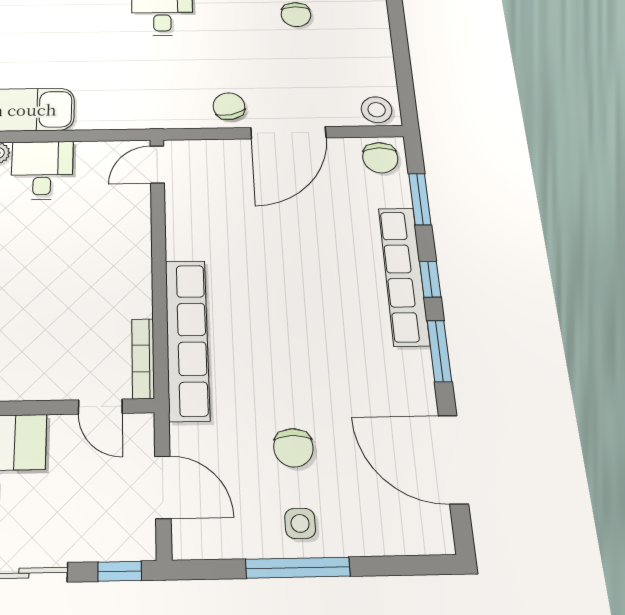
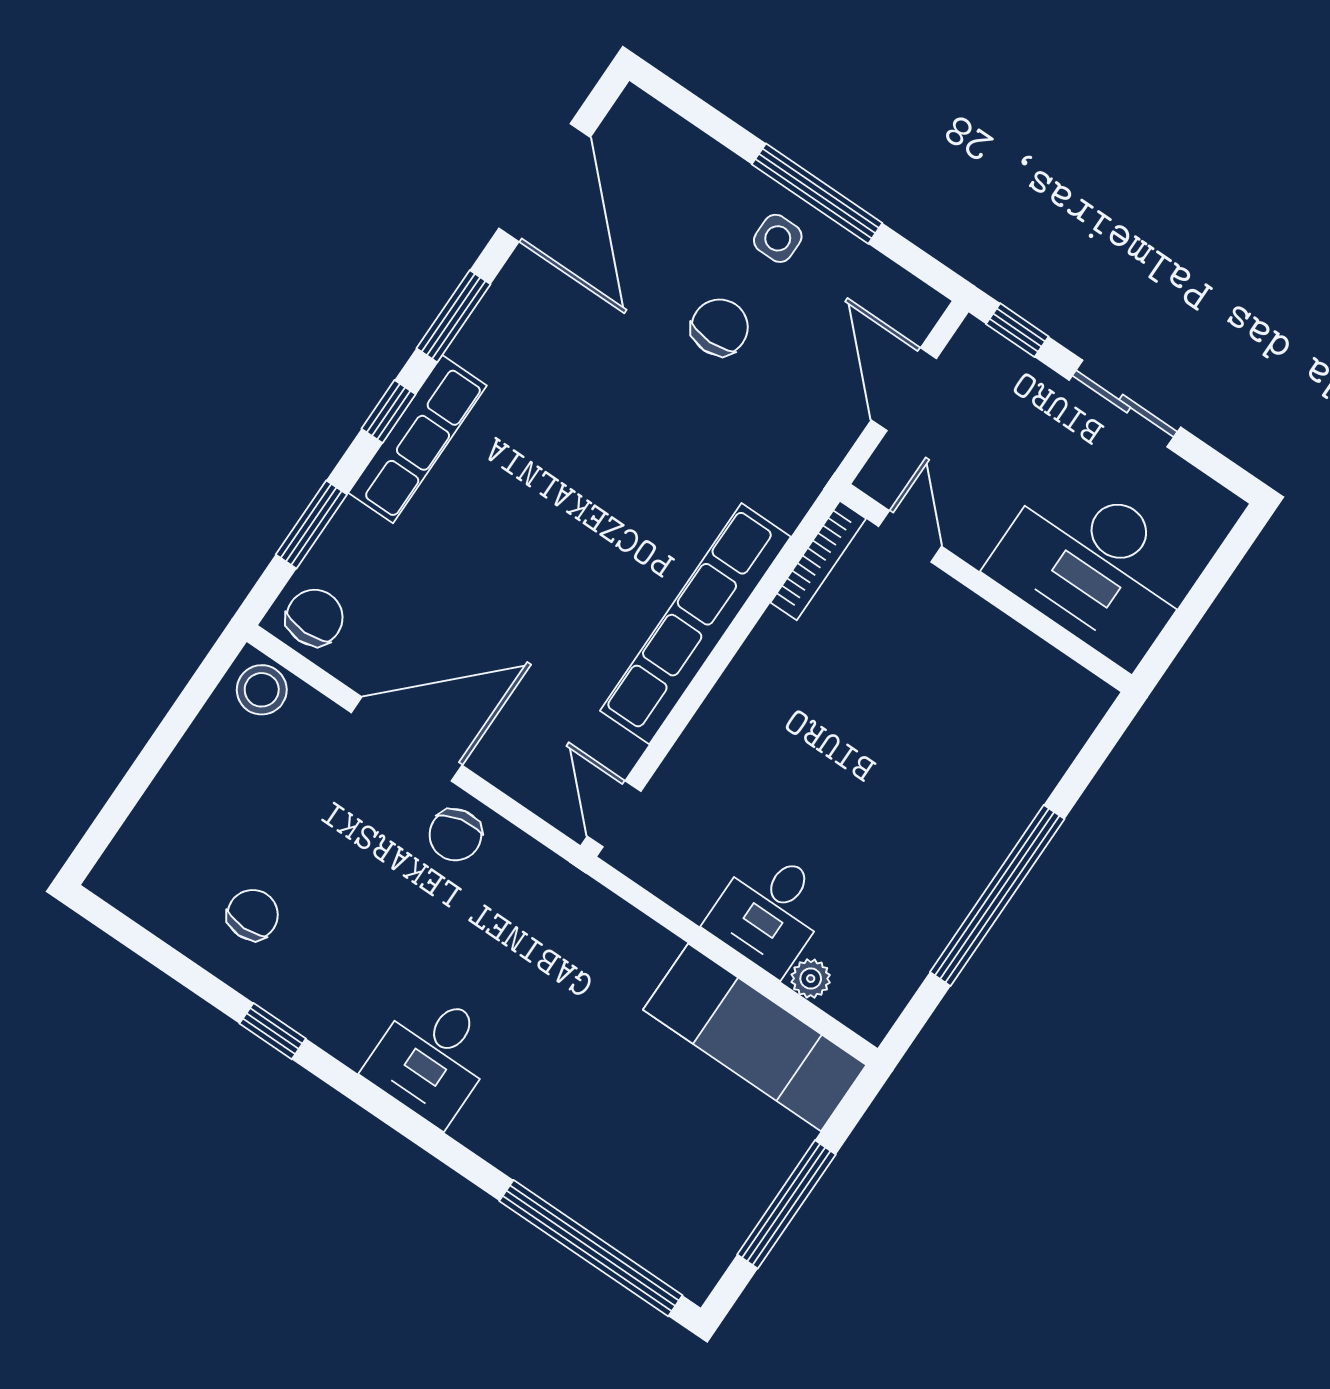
door: (157, 165) -> (614, 814), swing flipped
row of seats: (404, 276) -> (418, 439), width x0.73
row of seats: (187, 339) -> (695, 624), moved

